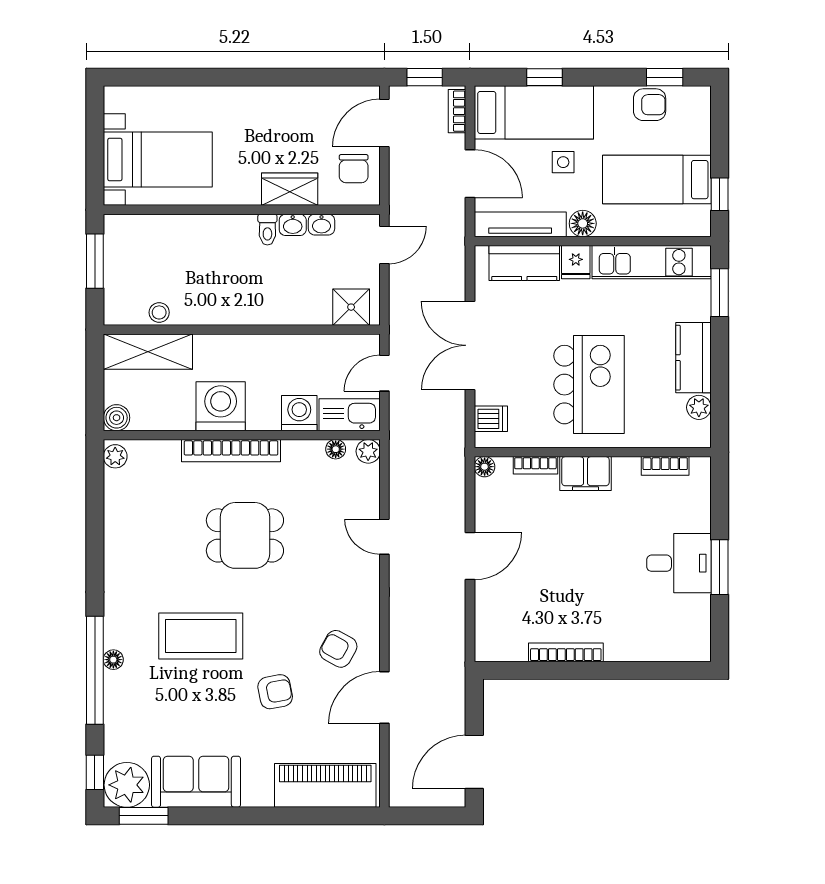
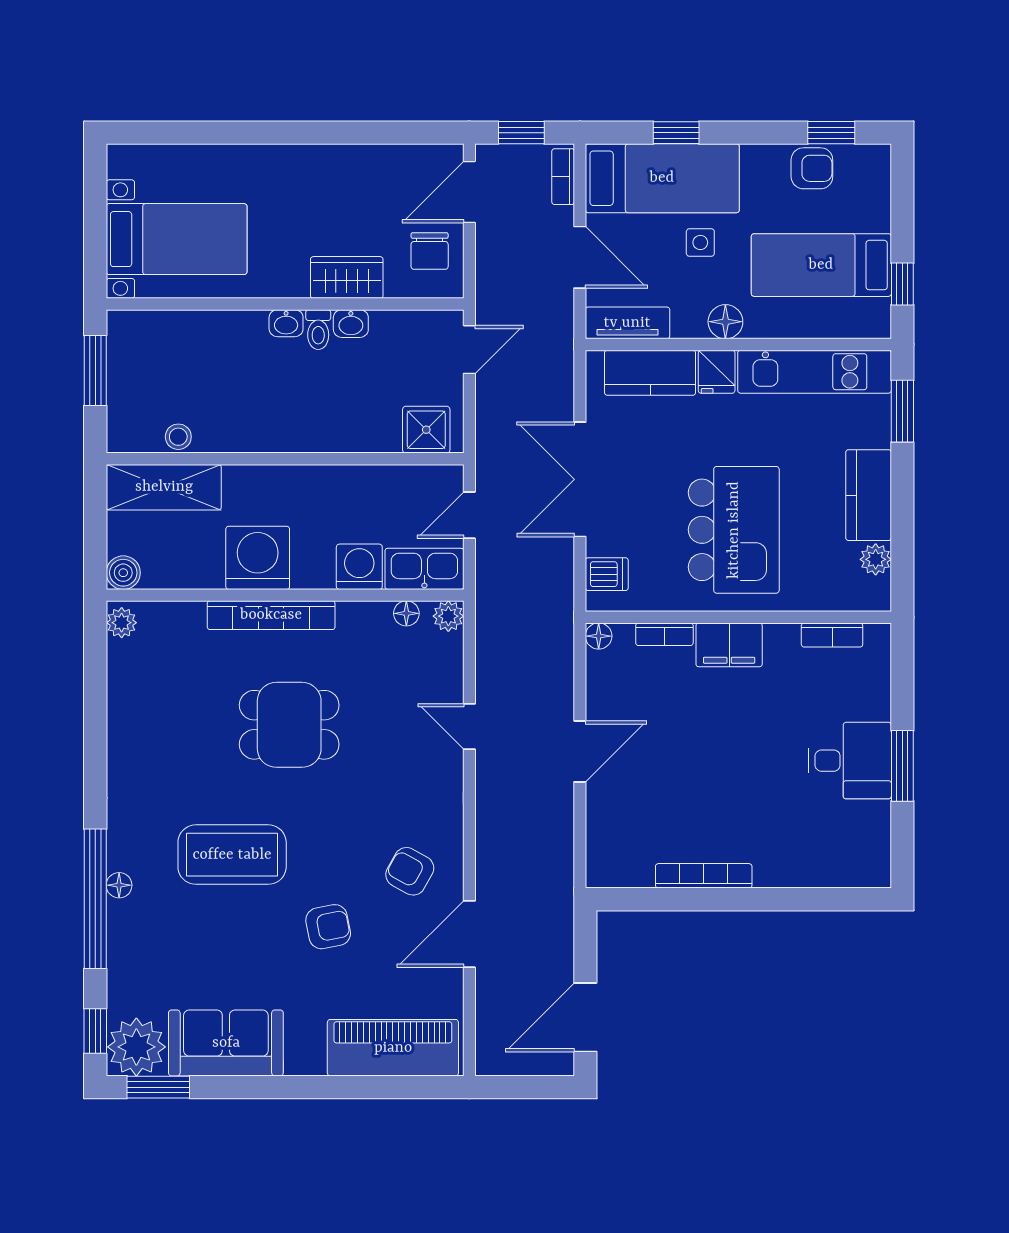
tv unit: (520, 224) -> (627, 323), width x0.71
washbasin: (321, 225) -> (286, 323), moved

